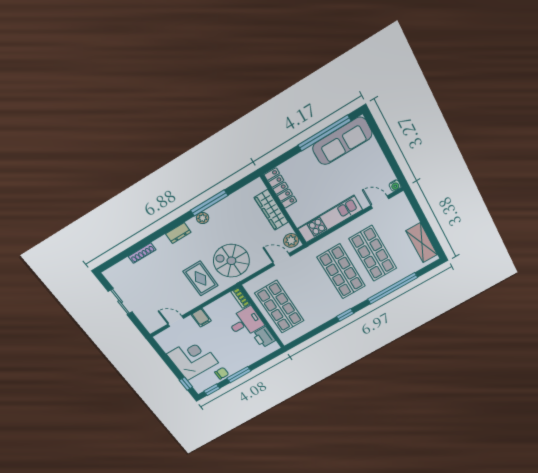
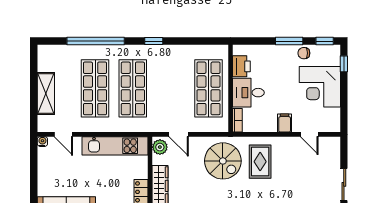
shelving: (422, 243) -> (46, 94), moved

